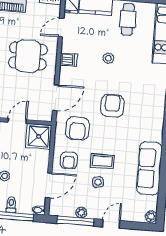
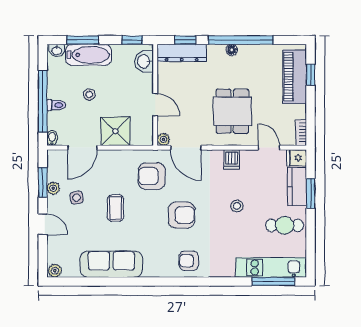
plant: (47, 116) -> (163, 139), added
shower: (39, 136) -> (116, 131), moved
armchair: (69, 160) -> (189, 261), moved
side table: (98, 182) -> (77, 198), moved
door: (49, 185) -> (82, 148), hinge flipped
window: (76, 221) -> (43, 182), width x0.69

